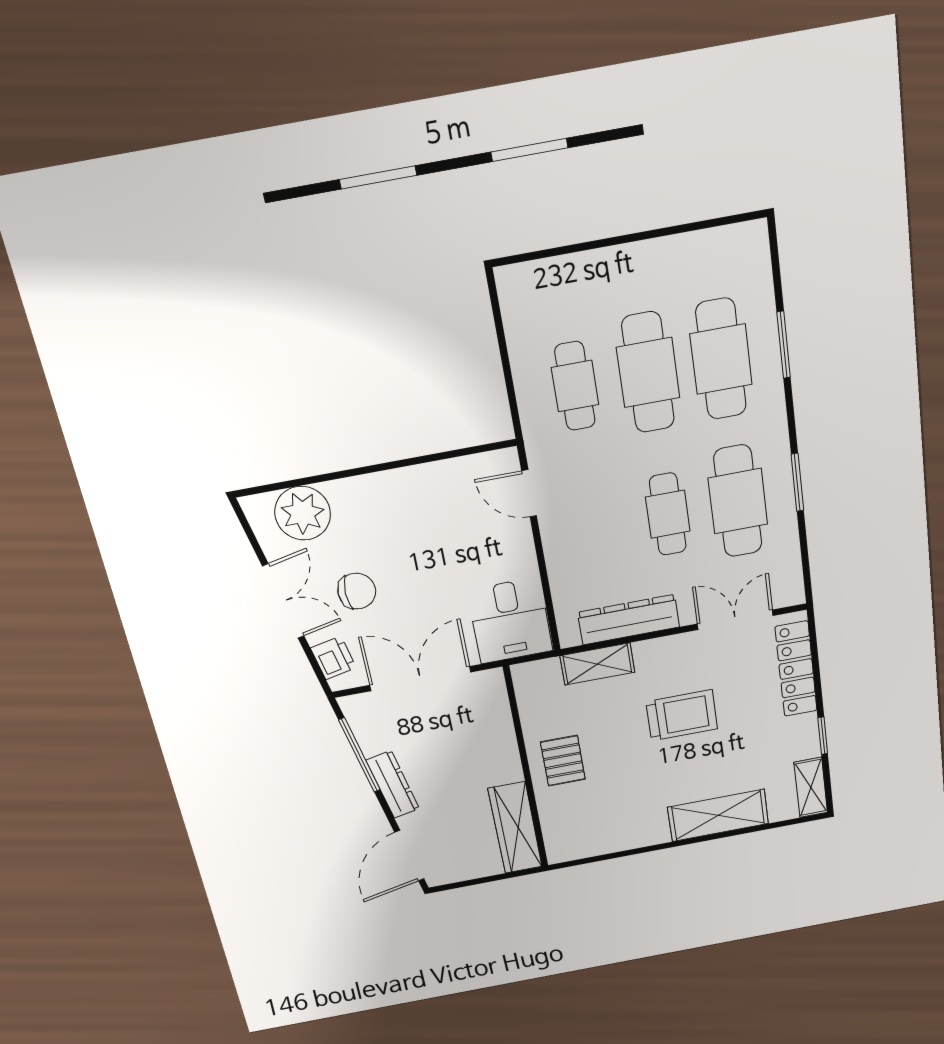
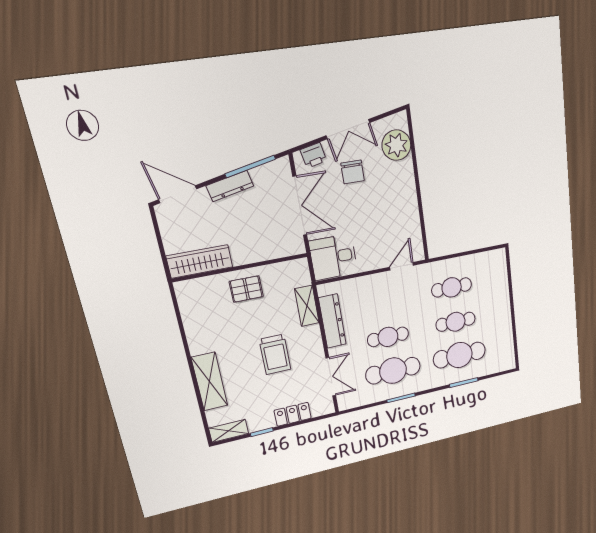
cafe table: (648, 373) -> (456, 322), width x0.73, depth x0.74
locker: (796, 669) -> (293, 414), width x0.66

